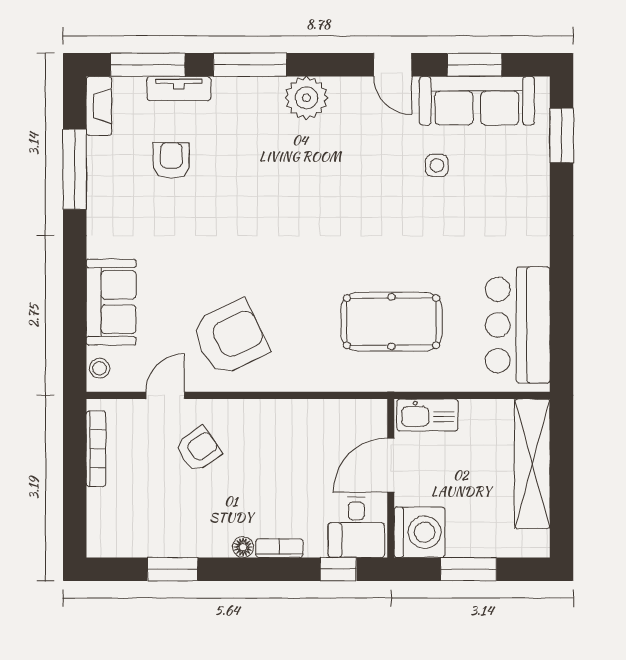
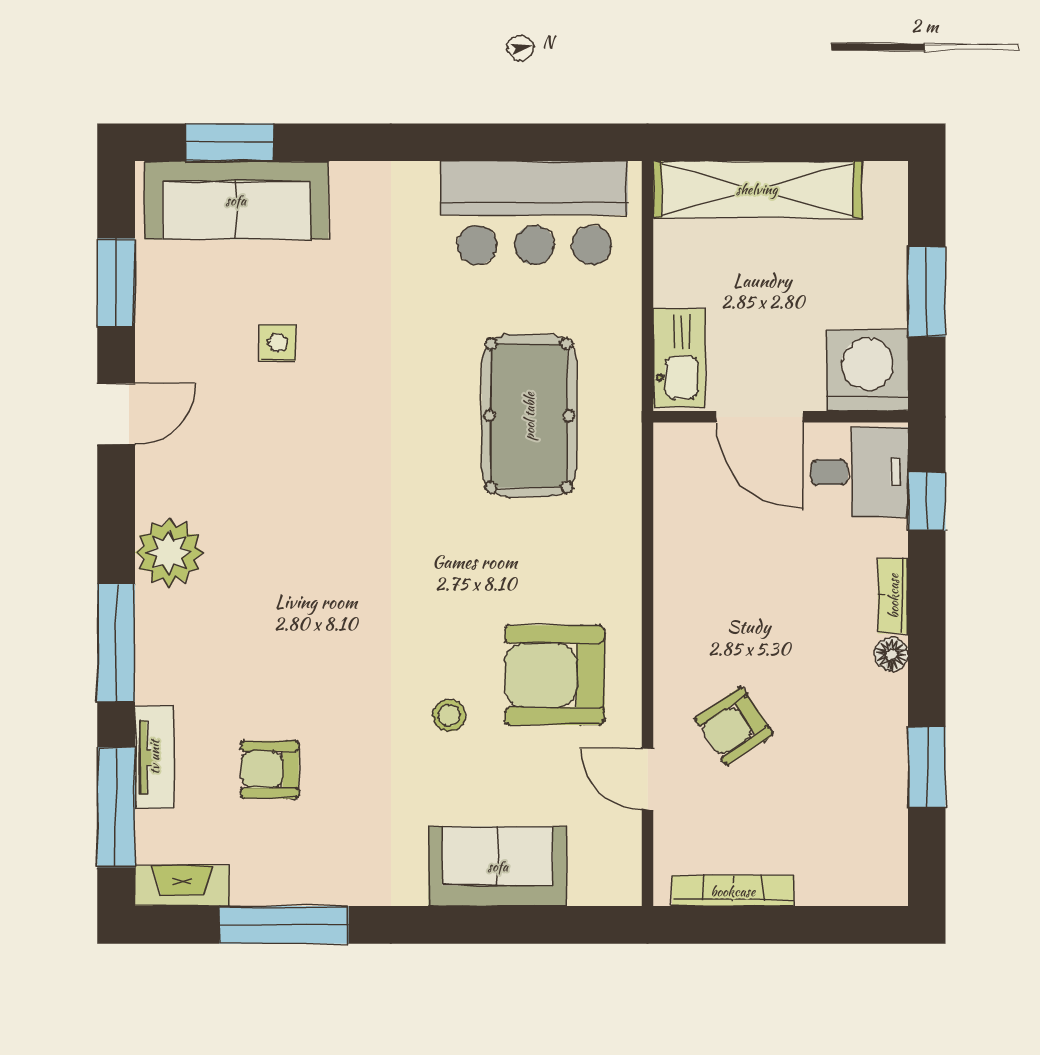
sofa: (477, 101) -> (236, 200), moved, turned 90
armchair: (230, 338) -> (555, 675), turned -64
stool: (100, 368) -> (449, 715), moved
armchair: (198, 449) -> (734, 726), turned -89

